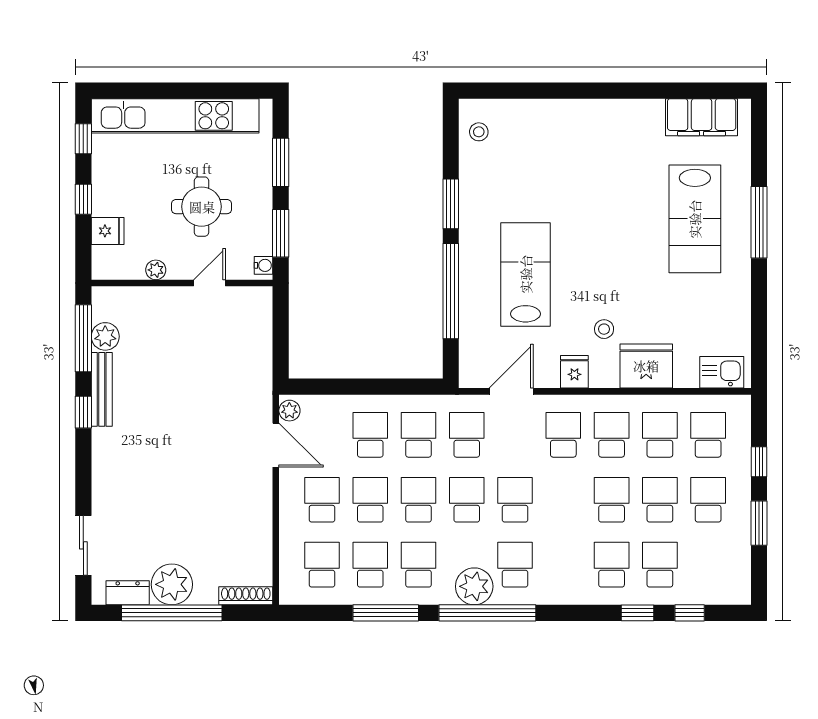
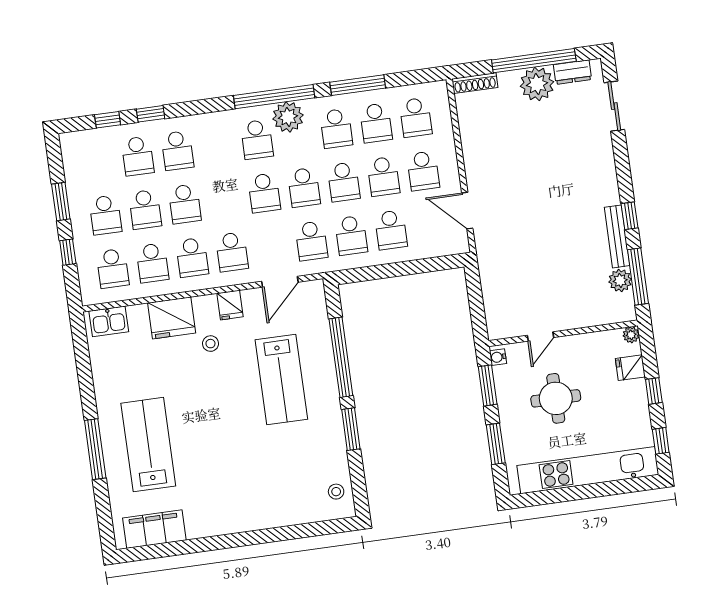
plant: (156, 270) -> (631, 335), moved
plant: (289, 411) -> (460, 241), removed

